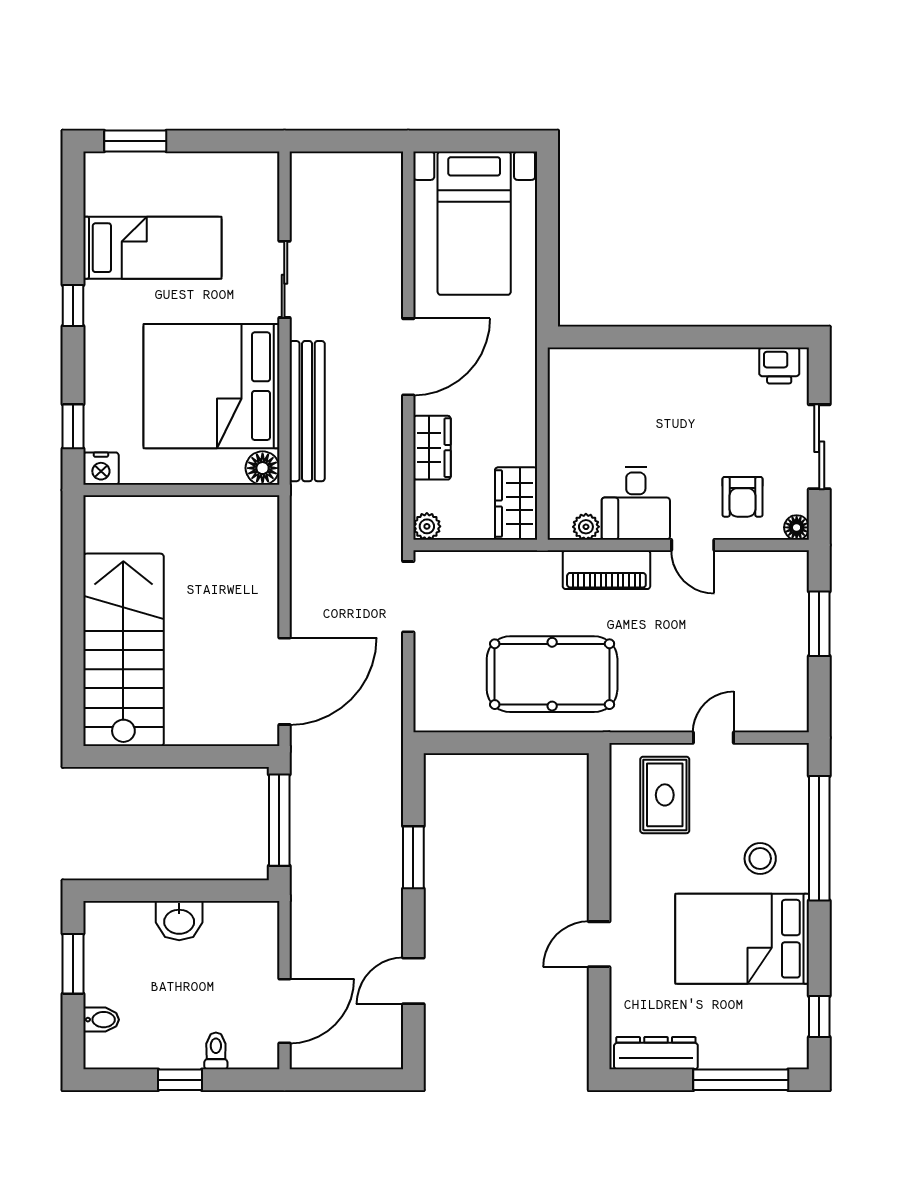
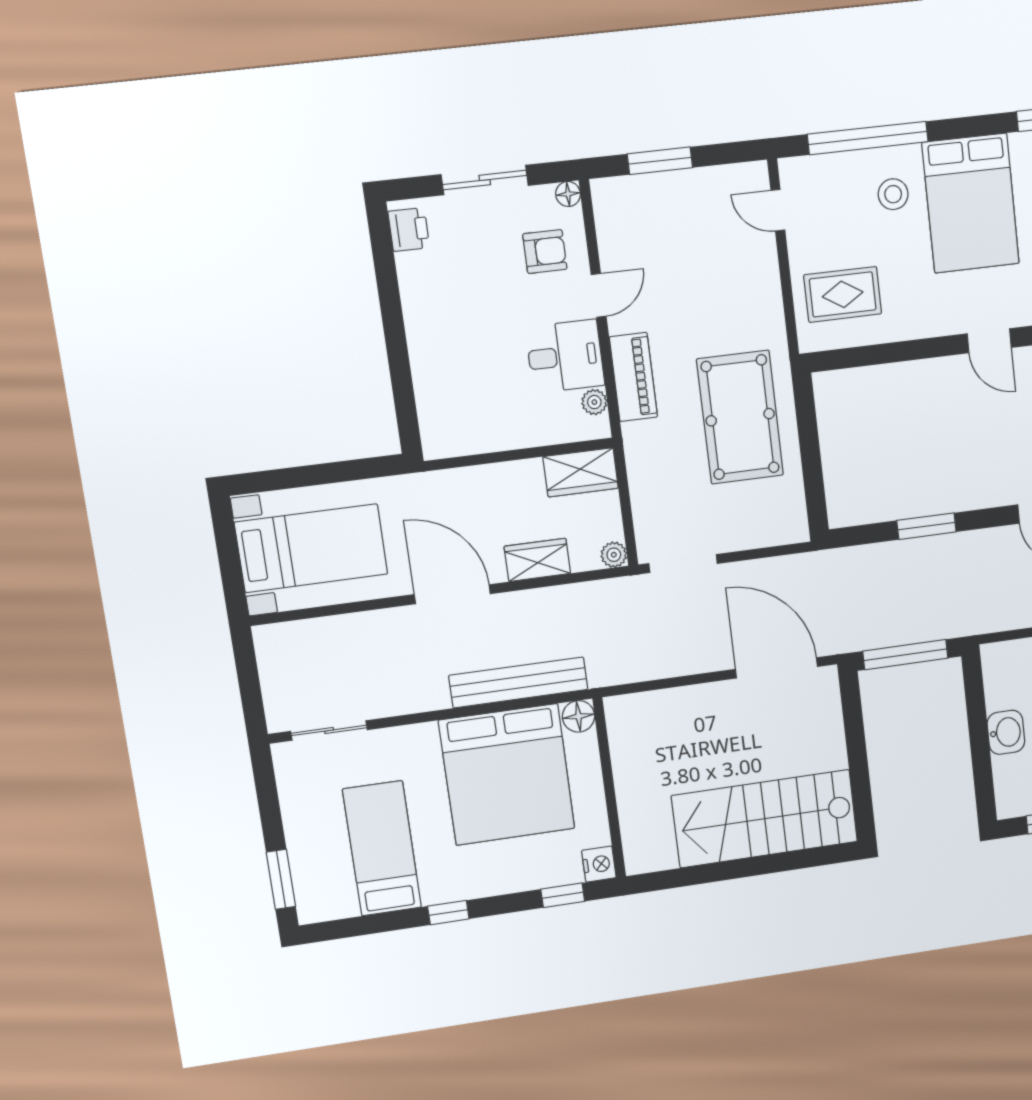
sliding door: (284, 279) -> (329, 730), moved
door: (713, 738) -> (778, 210), moved

